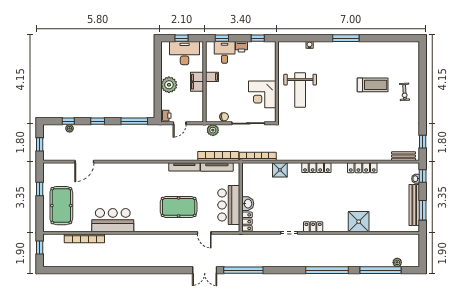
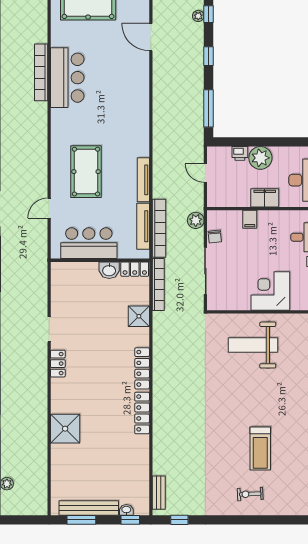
filing cabinet: (212, 77) -> (250, 219), moved
corner desk: (262, 94) -> (270, 291), moved
printer: (166, 116) -> (240, 153), moved
locker: (362, 168) -> (142, 413), moved
washbasin: (248, 204) -> (109, 270), moved
locker: (247, 222) -> (135, 269), moved
bookcase: (84, 238) -> (41, 72), moved

